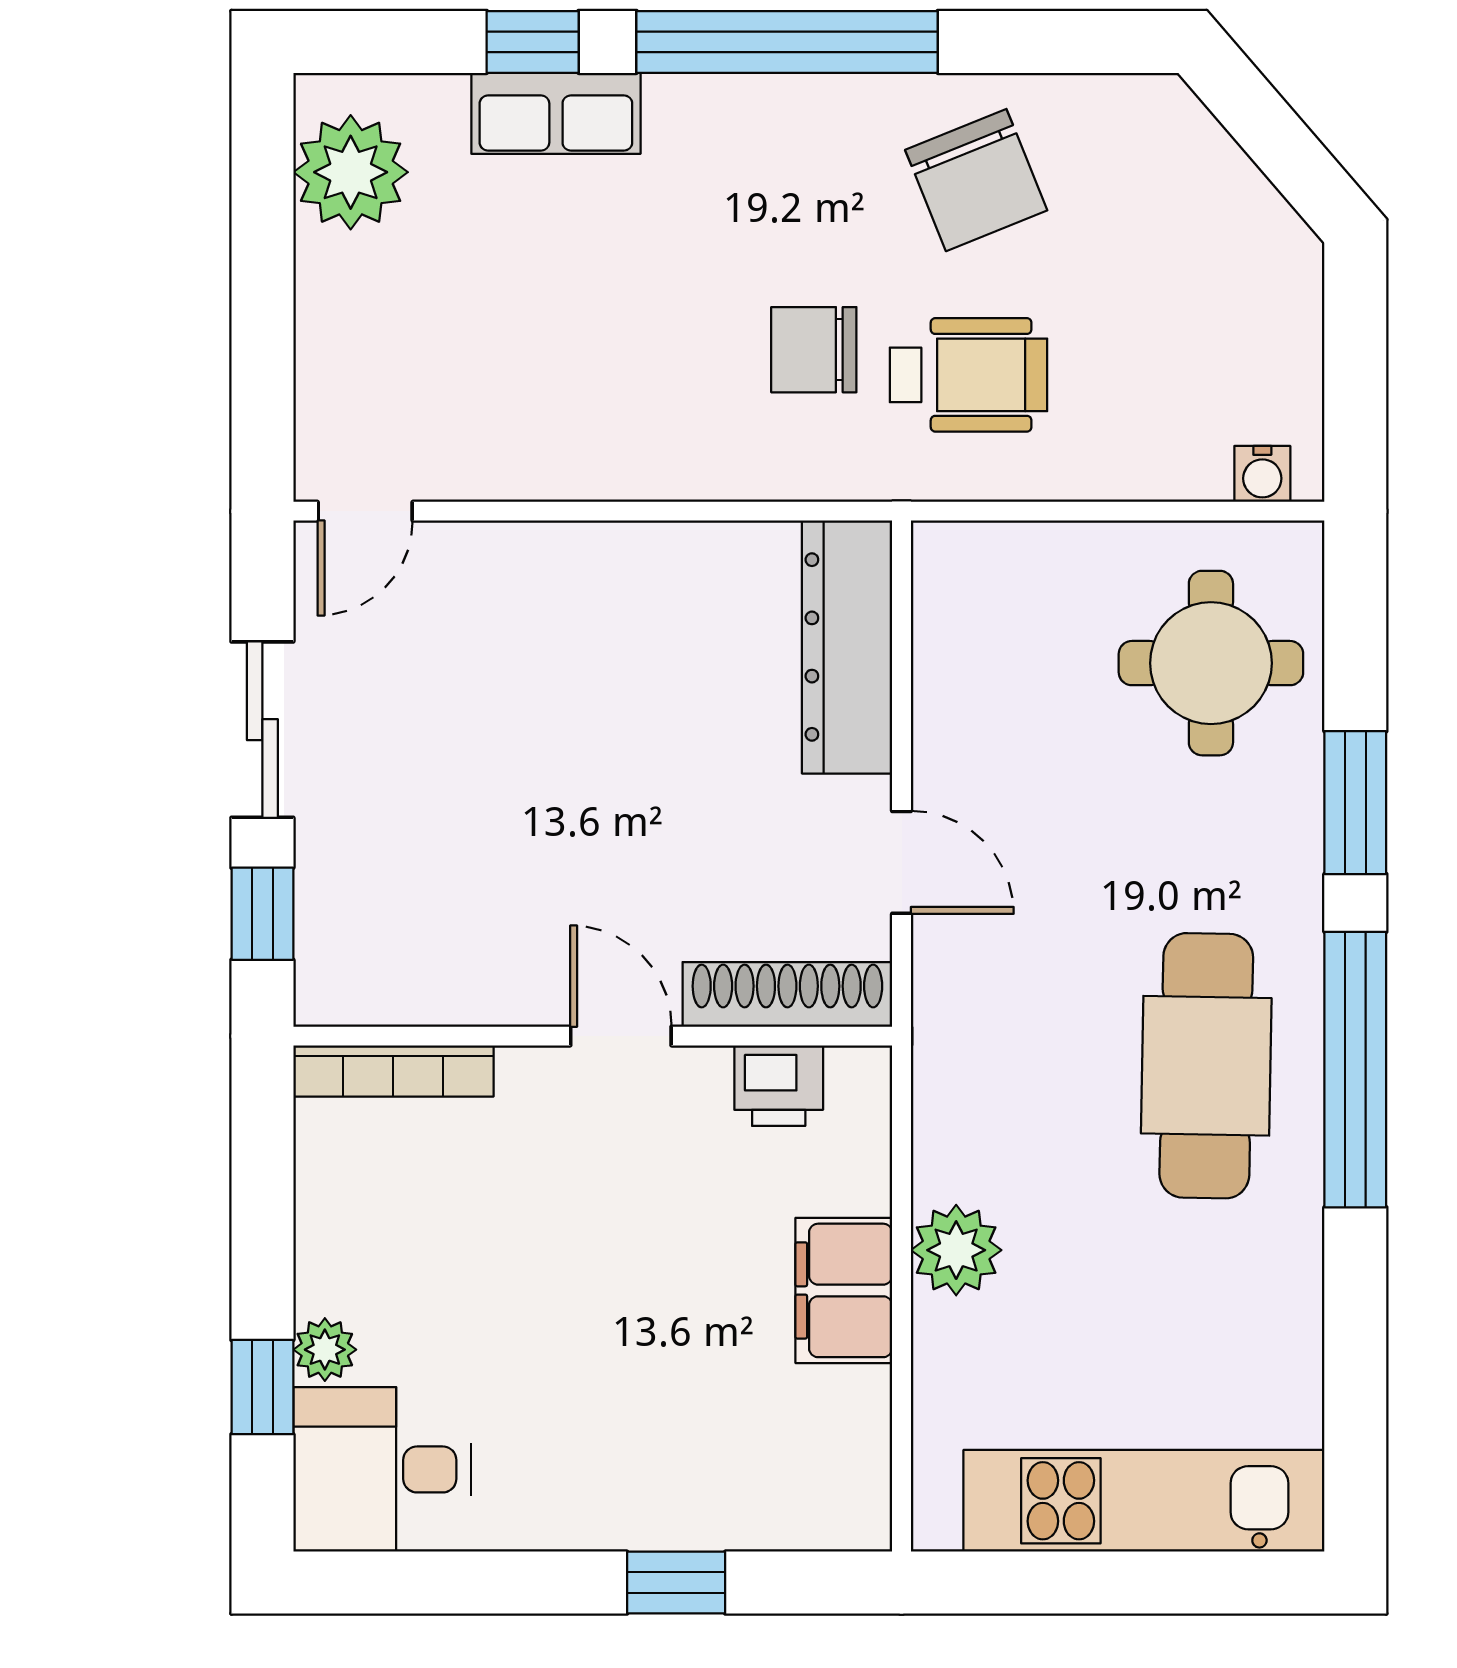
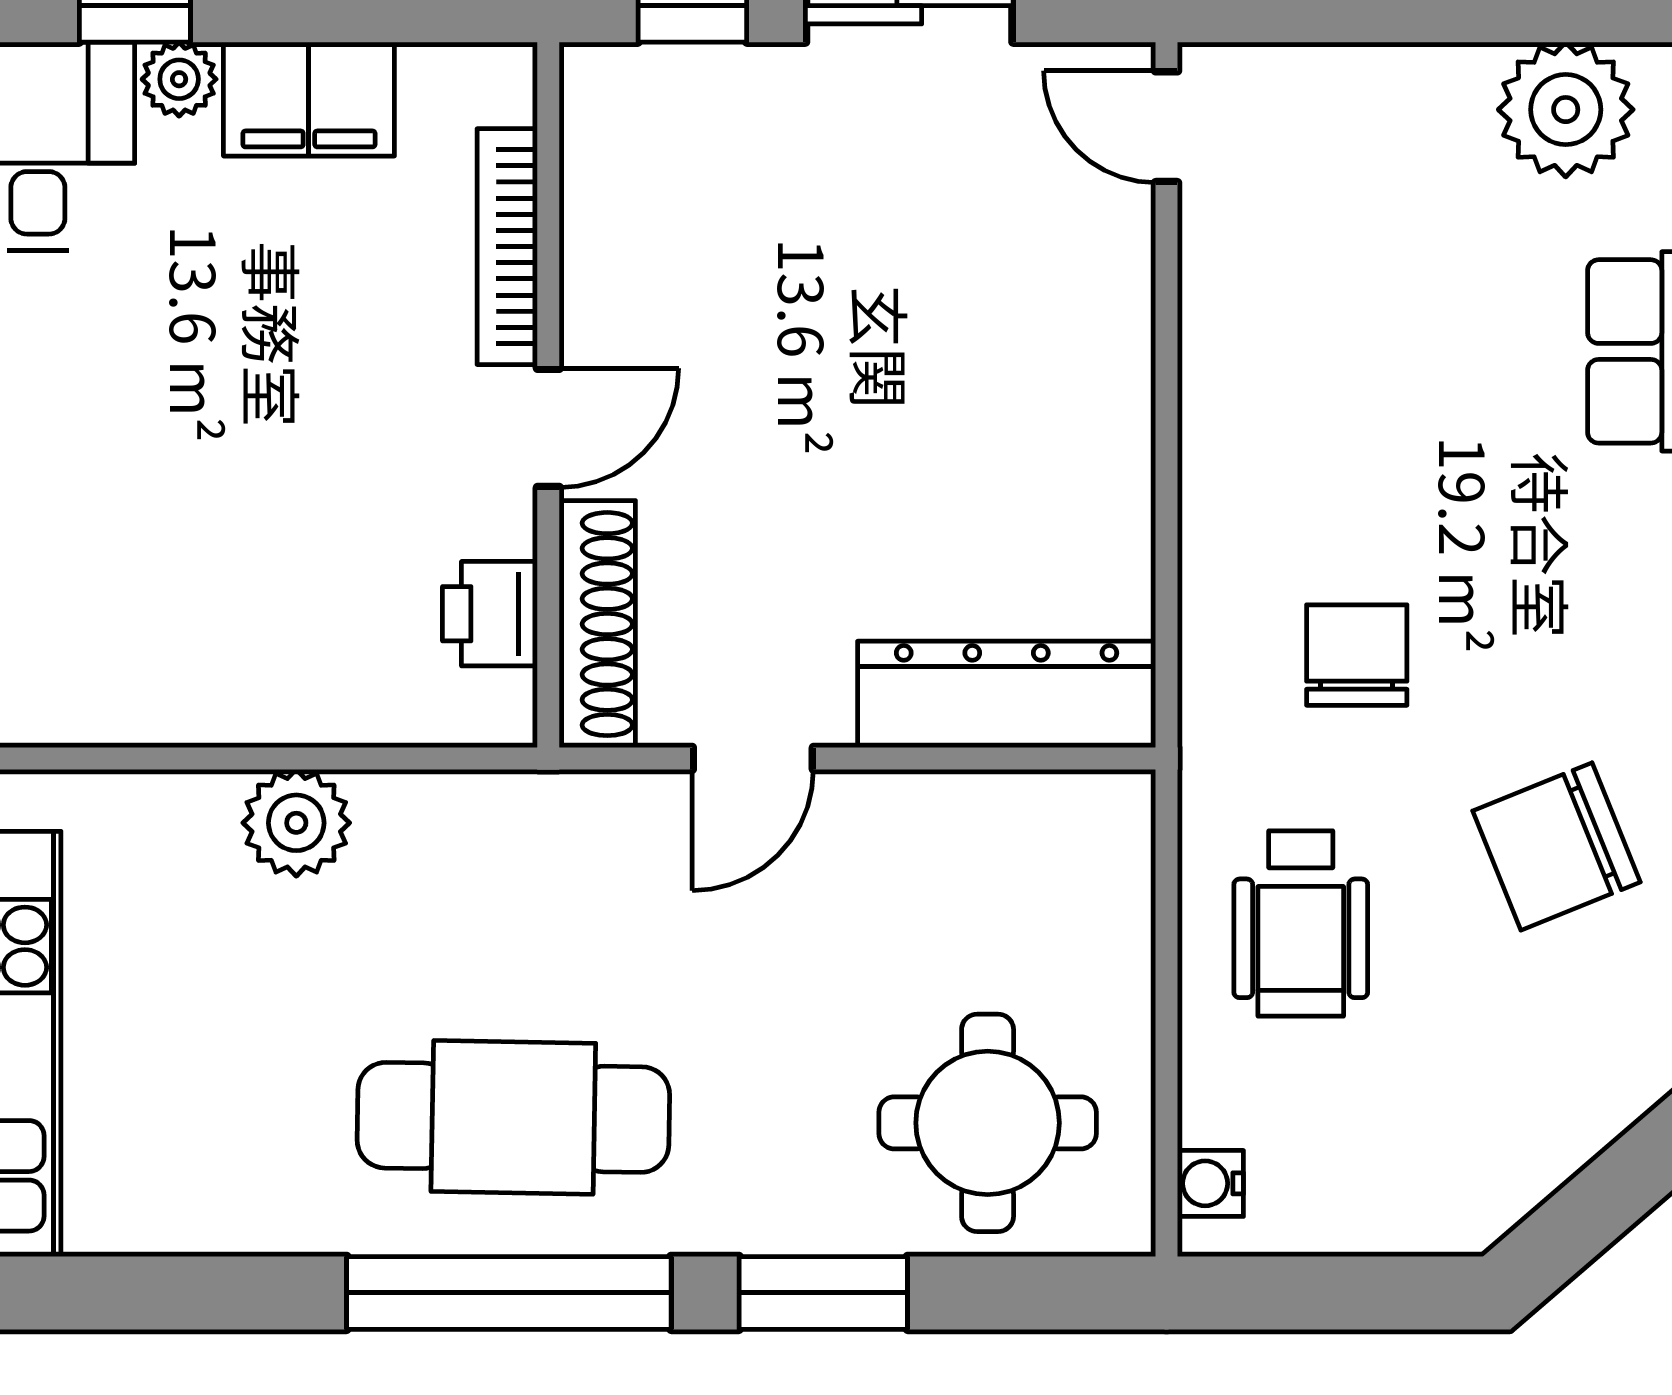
wheelchair: (968, 375) -> (1301, 923), moved
bookcase: (393, 1071) -> (507, 247), moved
filing cabinet: (844, 1290) -> (309, 99), moved, turned 180

